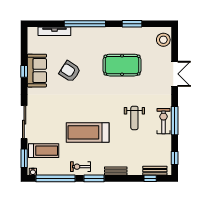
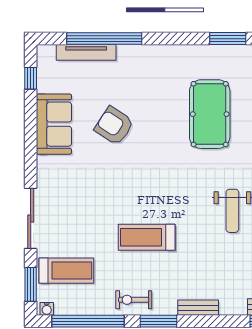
window: (85, 24) -> (104, 39), moved
pool table: (122, 65) -> (210, 114), turned 90
window: (24, 71) -> (31, 78), moved
treadmill: (88, 132) -> (147, 237), width x0.73, depth x0.73

